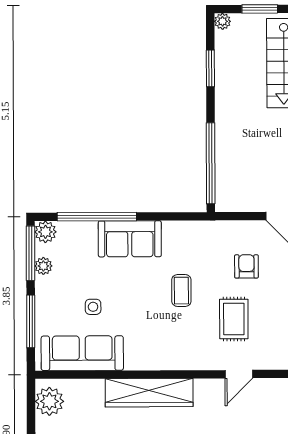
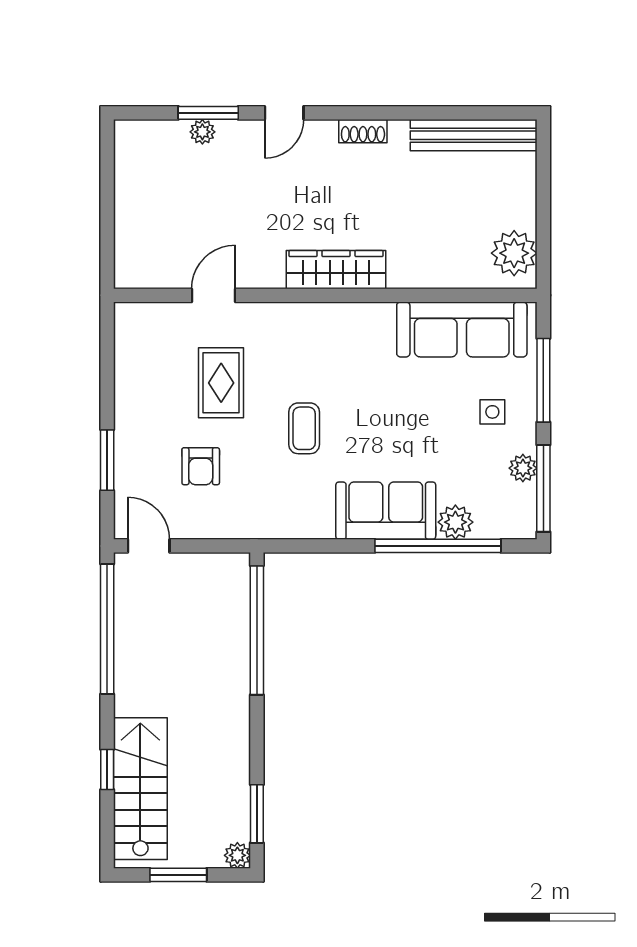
window: (210, 68) -> (257, 814), moved
plant: (45, 232) -> (455, 522), moved
side table: (93, 307) -> (492, 412), moved
wardrobe: (149, 393) -> (336, 270), width x0.71, depth x0.85

